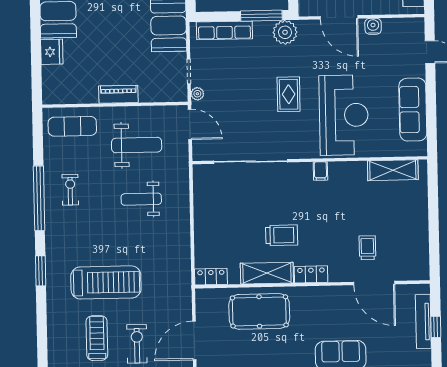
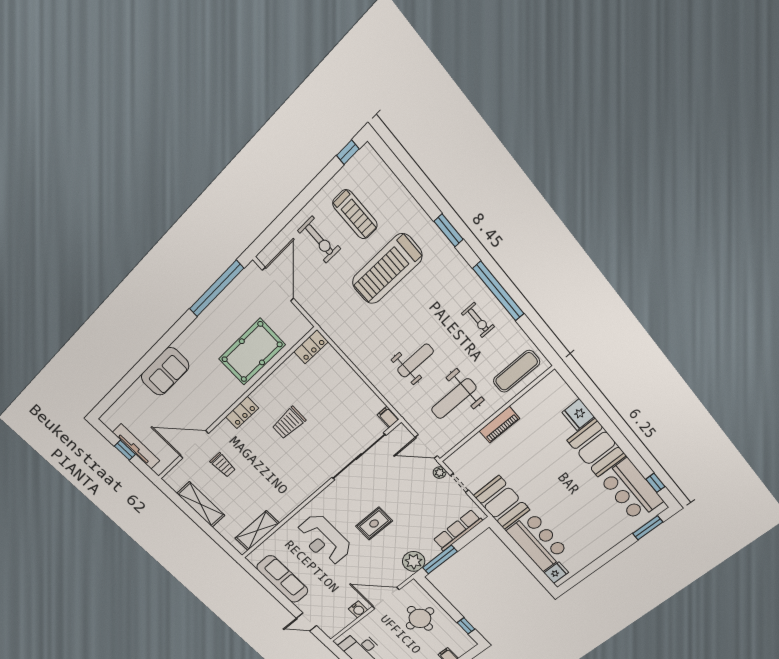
rug: (289, 94) -> (374, 524), turned 90
reception desk: (344, 115) -> (324, 540), width x0.74, depth x0.77
filing cabinet: (320, 171) -> (388, 417), moved
shelving: (267, 273) -> (201, 504), moved, turned 90

